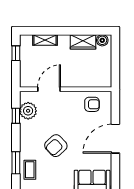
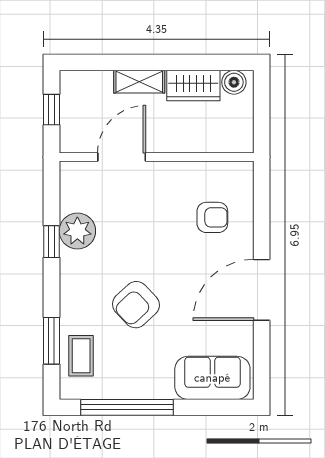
shelving: (45, 40) -> (139, 82), moved
door: (49, 89) -> (122, 157), moved
wall: (66, 89) -> (157, 157), moved

